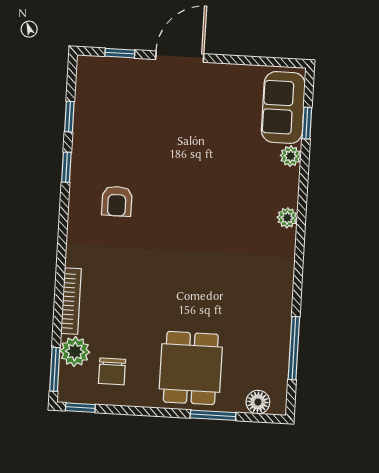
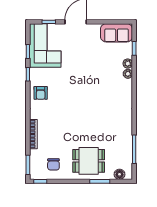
corner sofa: (109, 105) -> (45, 46), added
sofa: (283, 108) -> (117, 33), moved, turned -90
armchair: (117, 201) -> (41, 93), moved
plant: (287, 218) -> (128, 74), moved
plant: (75, 352) -> (36, 156), removed
dining table: (191, 368) -> (89, 161), turned 90

